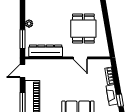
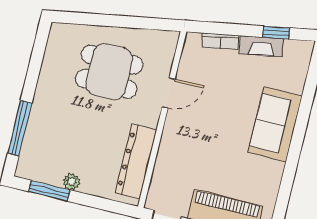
window: (23, 39) -> (49, 191), moved

